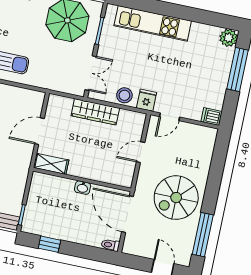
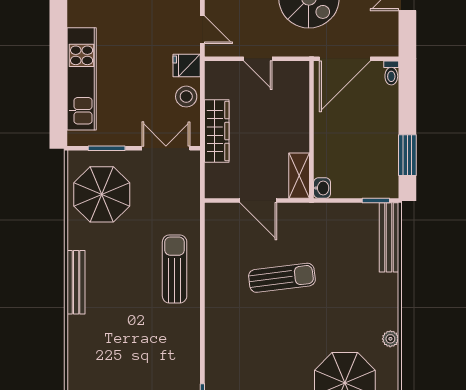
washbasin: (83, 188) -> (322, 188), moved
window: (49, 244) -> (407, 155), width x1.50

